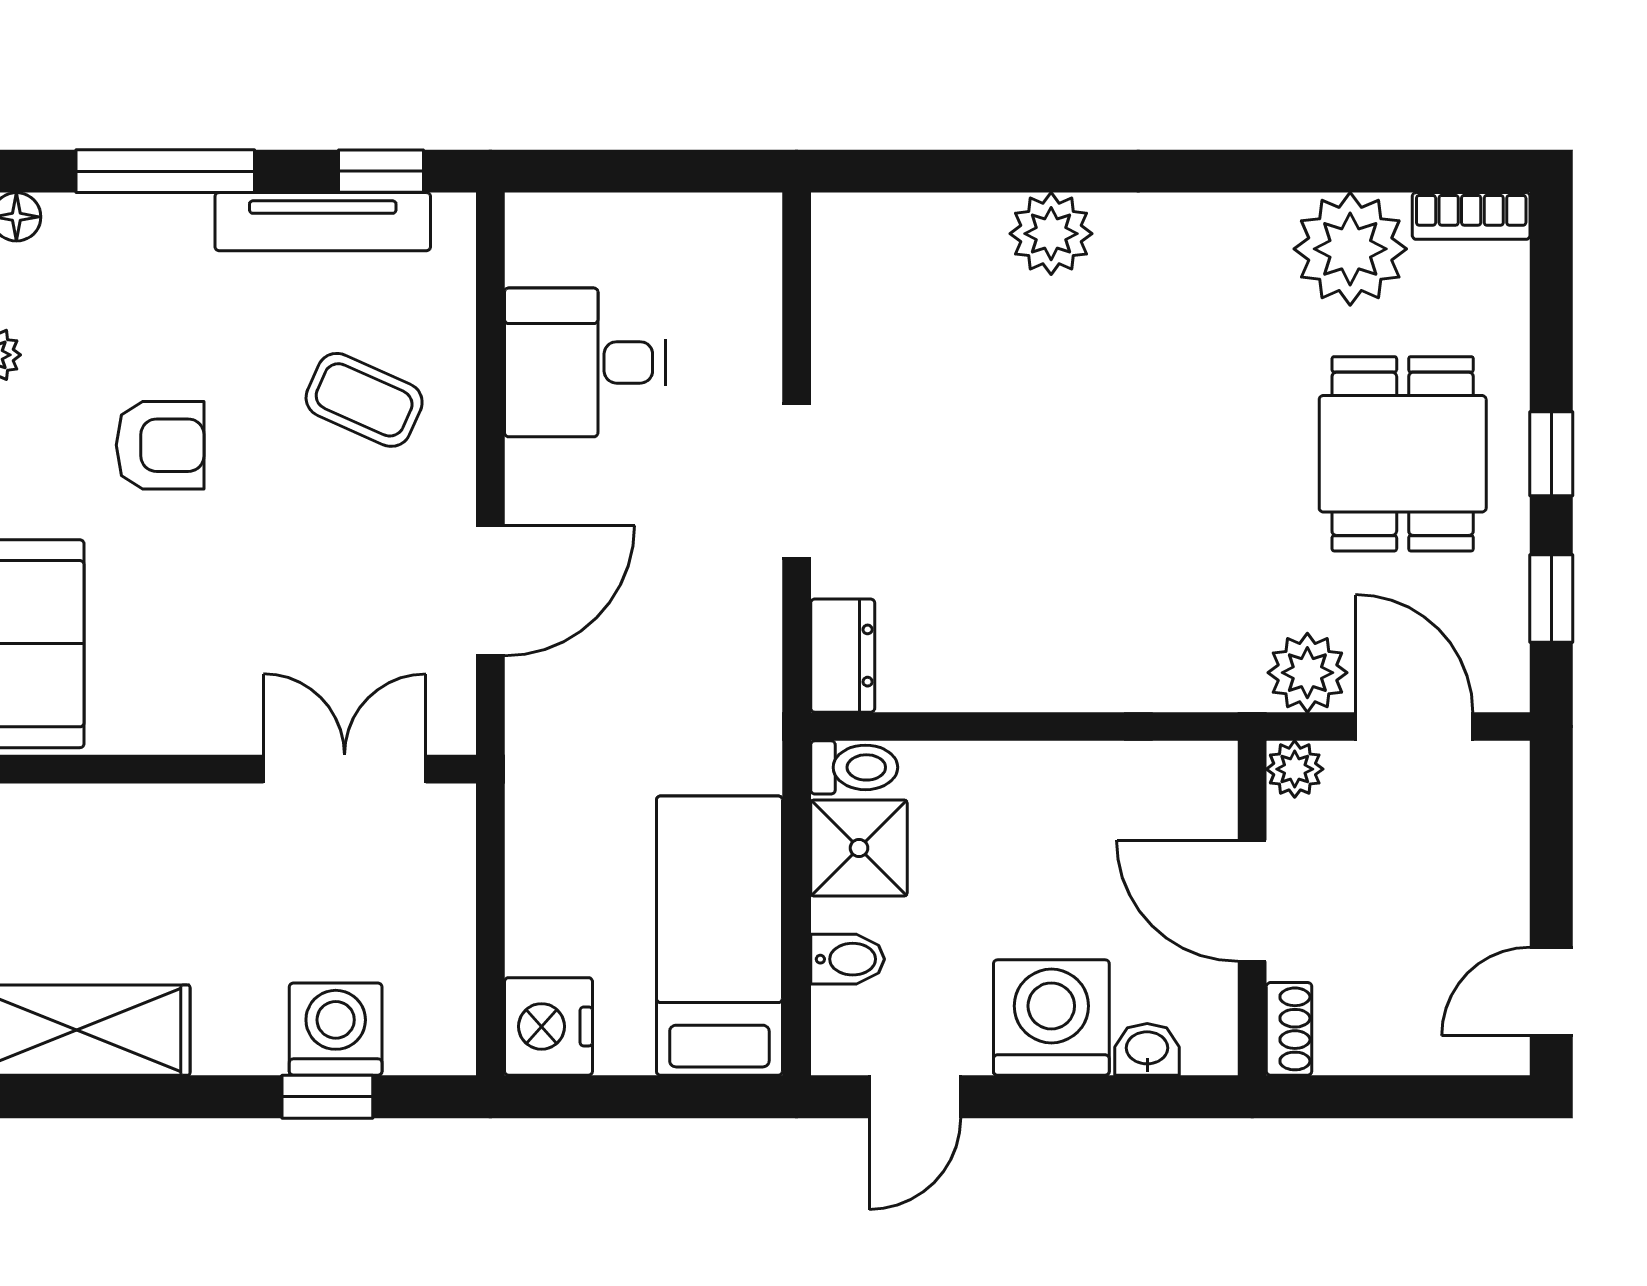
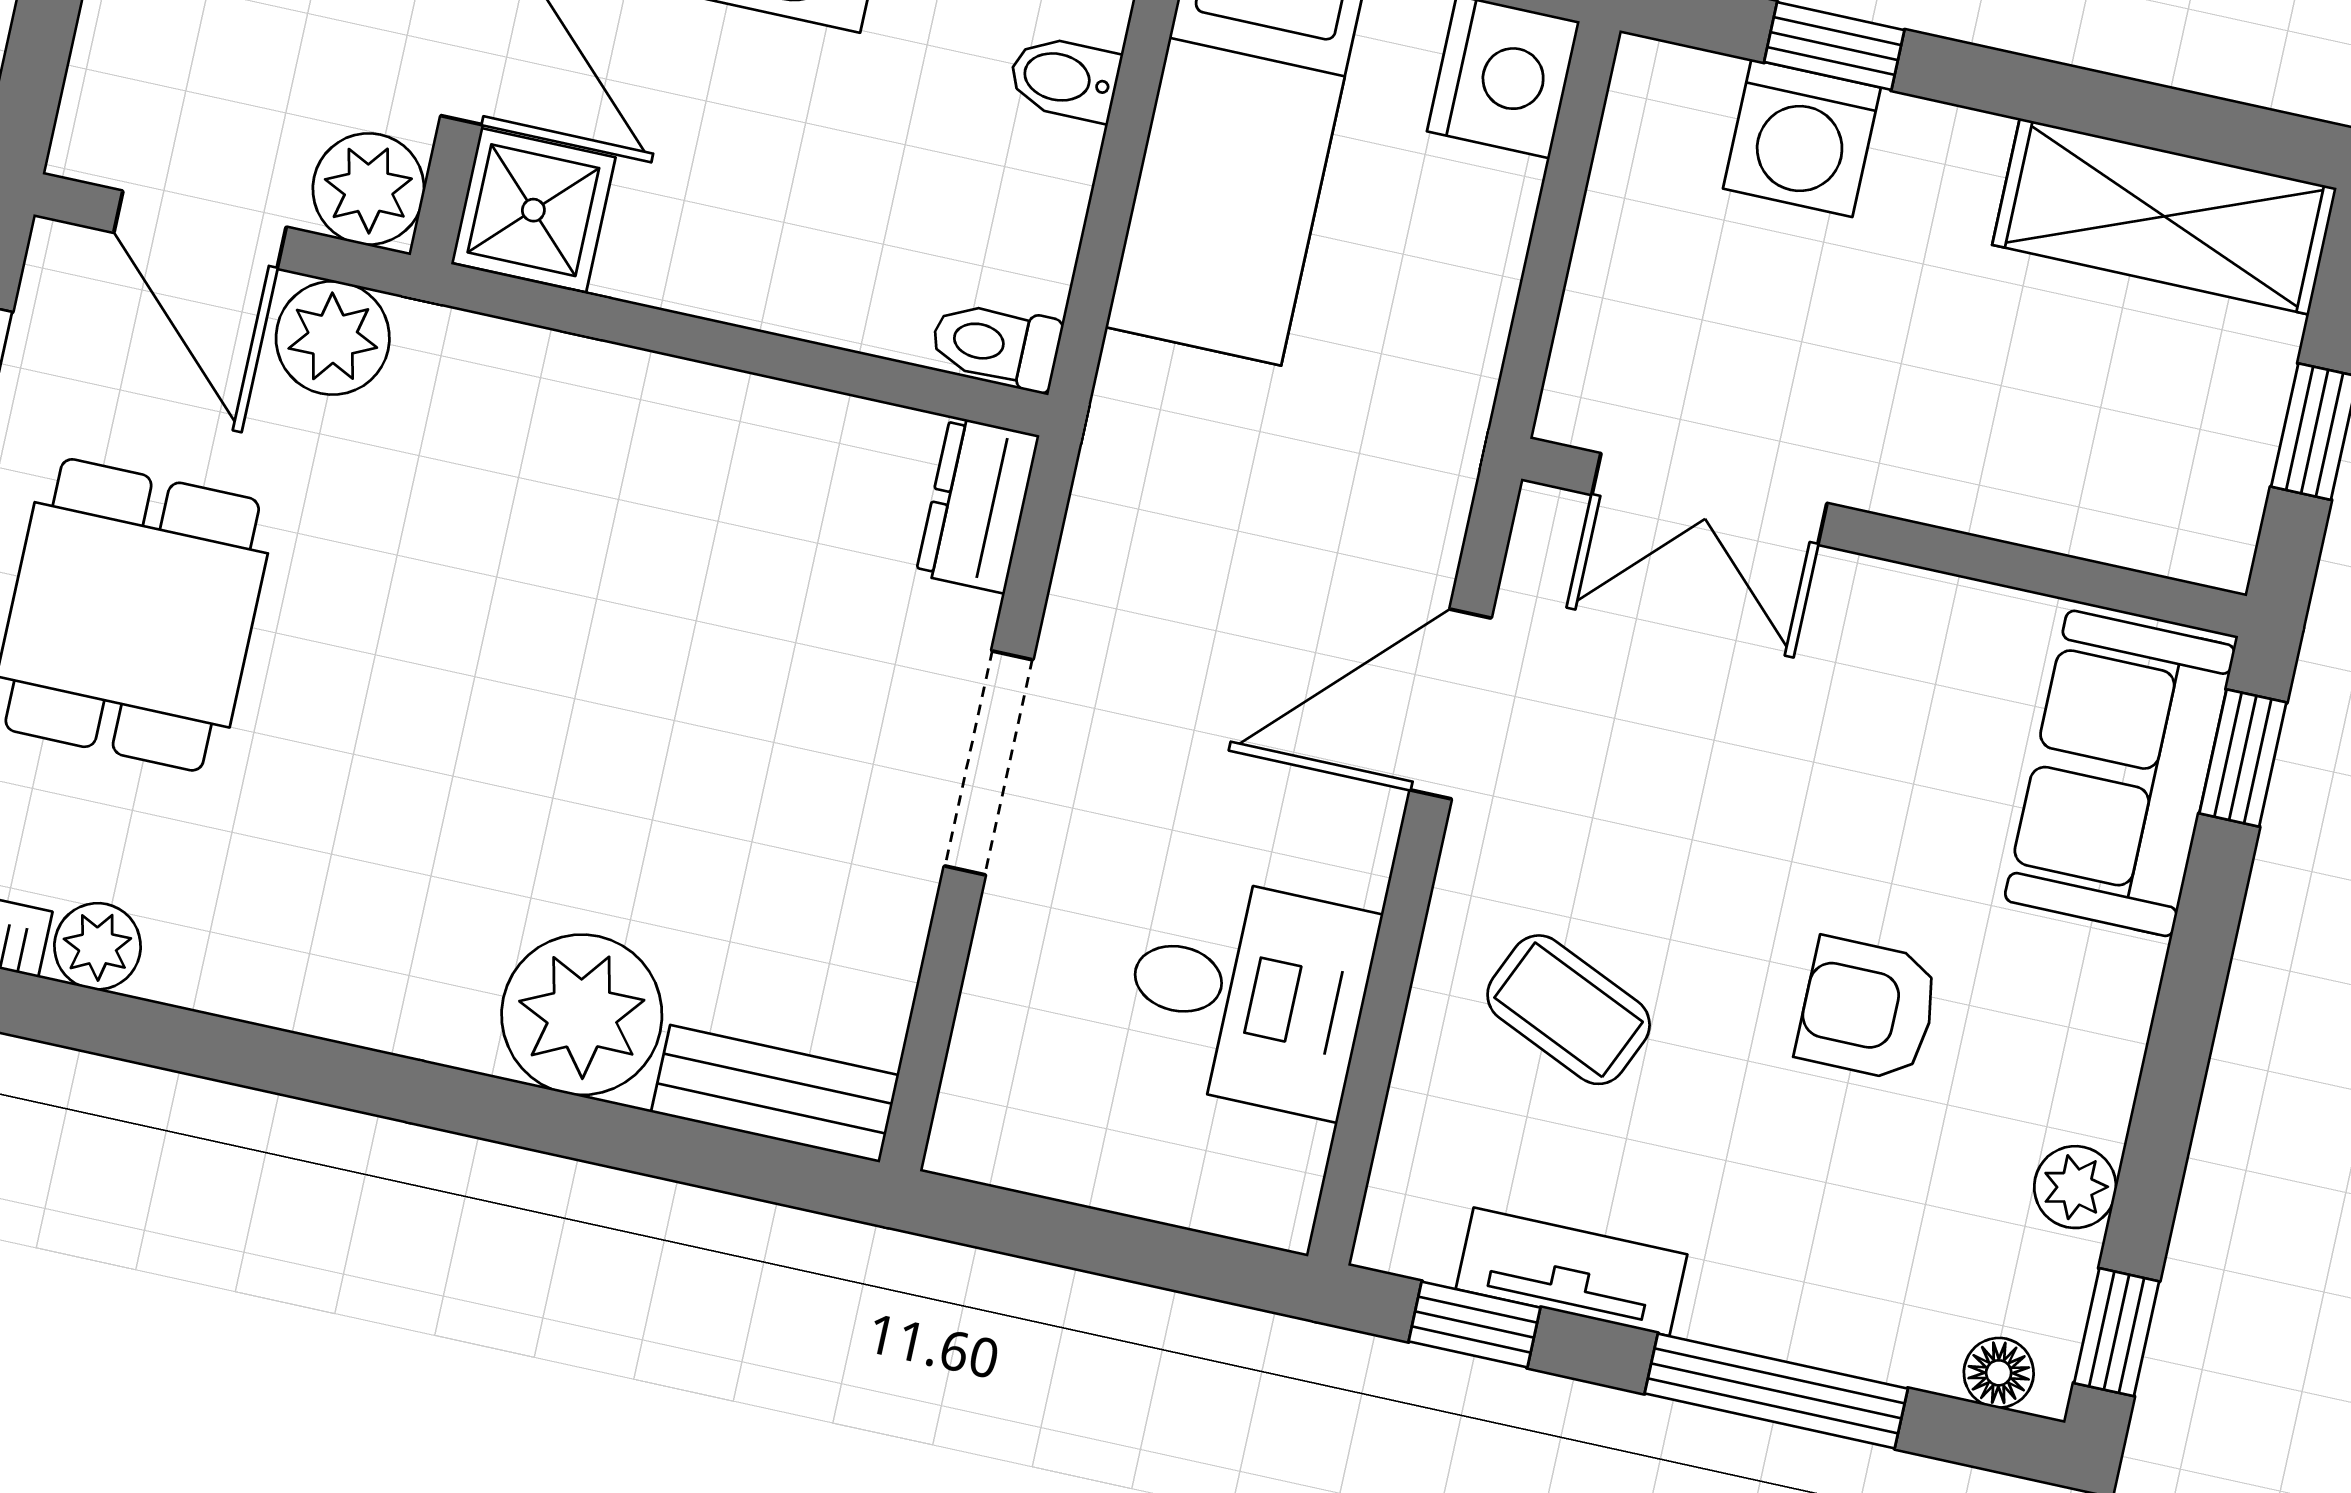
tv unit: (323, 222) -> (1572, 1272), width x0.71
bench: (893, 224) -> (775, 1094), added
plant: (1051, 234) -> (582, 1015), width x1.36, depth x1.36
plant: (1350, 249) -> (97, 946), width x0.53, depth x0.53
plant: (1295, 769) -> (369, 189), width x1.38, depth x1.38
shower: (859, 848) -> (533, 210), moved

